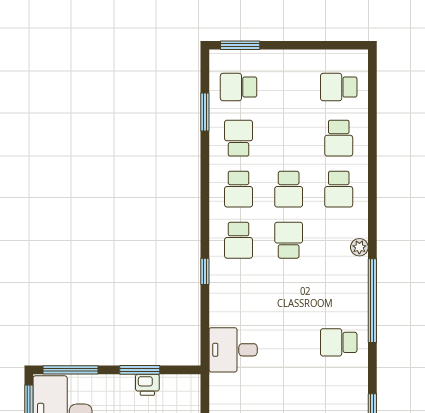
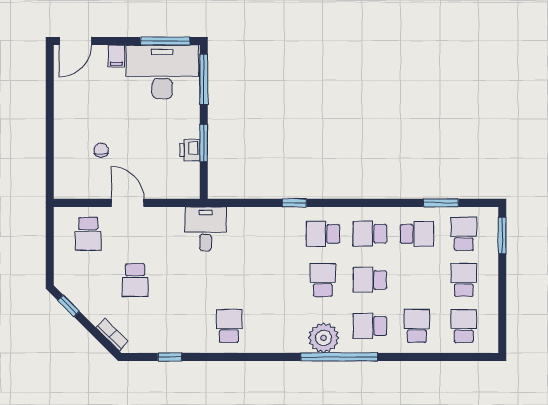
school desk: (289, 87) -> (464, 280), added
school desk: (339, 138) -> (417, 326), turned 90
school desk: (289, 240) -> (323, 280), turned -90
plant: (359, 247) -> (324, 338), width x1.88, depth x1.88
window: (372, 301) -> (339, 357), moved
desk: (233, 350) -> (206, 229), moved

